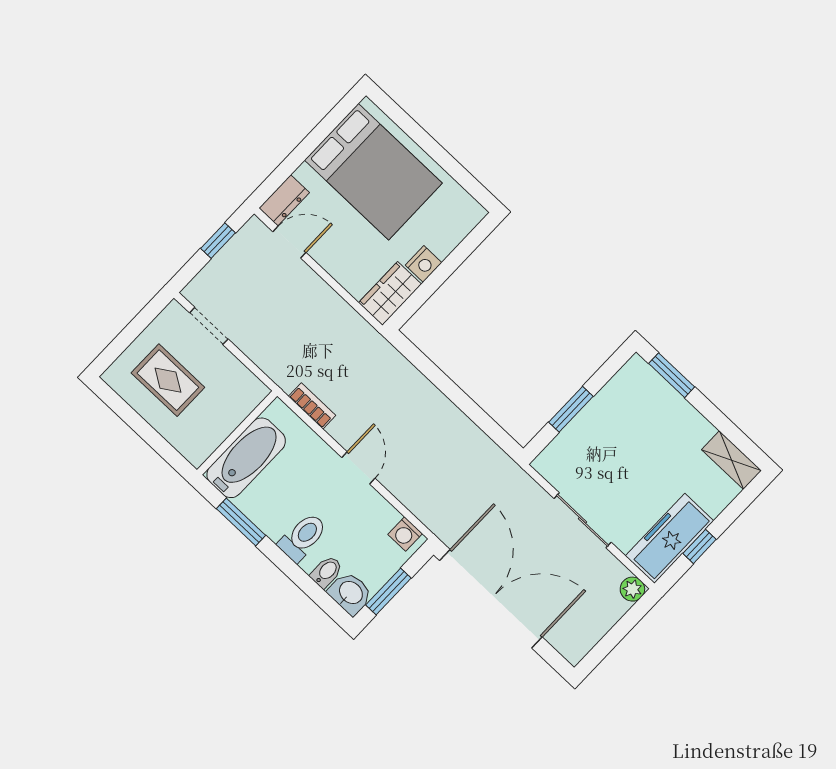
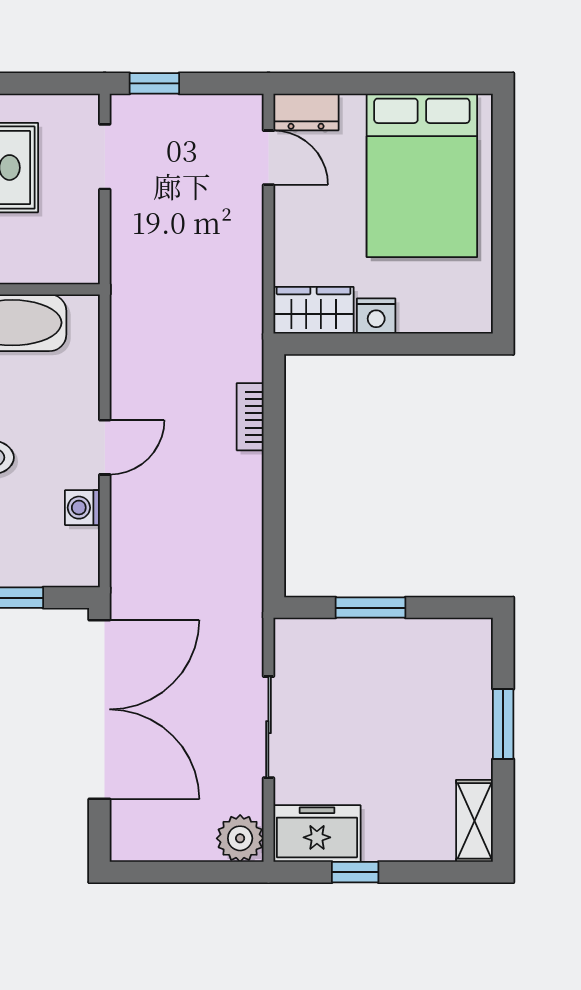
window: (218, 241) -> (154, 83), moved
window: (672, 375) -> (503, 724), moved
bookcase: (312, 406) -> (250, 417), moved, turned 180
washing machine: (405, 534) -> (82, 508), moved
freezer: (670, 538) -> (317, 833), width x0.71
plant: (632, 589) -> (240, 838), width x1.38, depth x1.38

